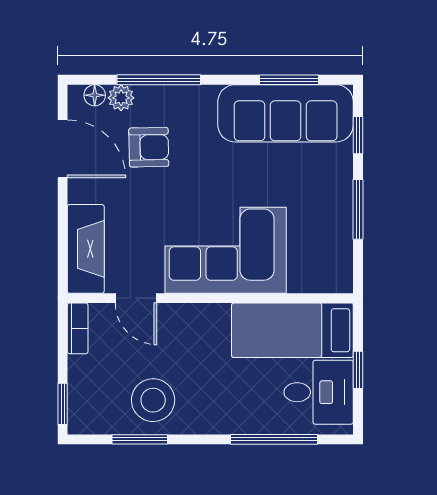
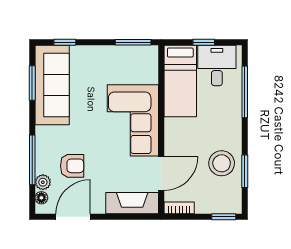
armchair: (149, 147) -> (72, 166), turned 91
window: (358, 209) -> (133, 42), moved
door: (136, 298) -> (161, 173), width x1.38

